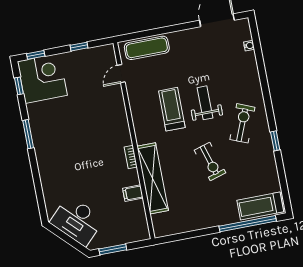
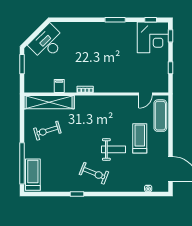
door: (121, 74) -> (146, 94), swing flipped
treadmill: (172, 109) -> (140, 138), moved, turned -90
exercise bike: (210, 161) -> (47, 131), moved
shelving: (153, 178) -> (49, 102), moved

